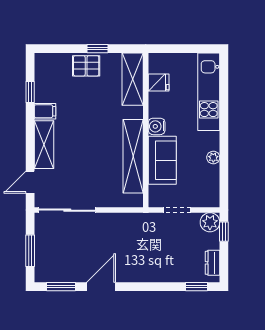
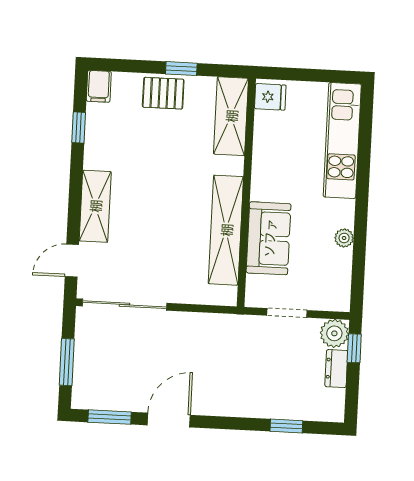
fridge: (159, 83) -> (270, 97), moved
filing cabinet: (45, 111) -> (99, 86), moved, turned 90
water cooler: (157, 126) -> (263, 188), removed
dresser: (213, 263) -> (336, 369), moved
window: (196, 287) -> (286, 426), moved

